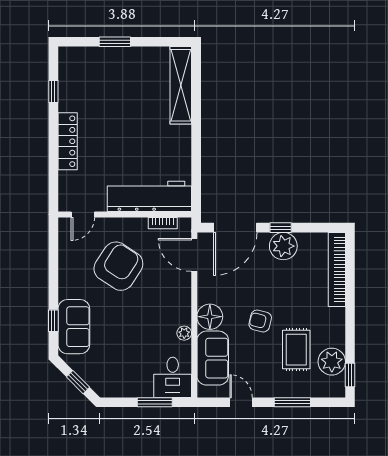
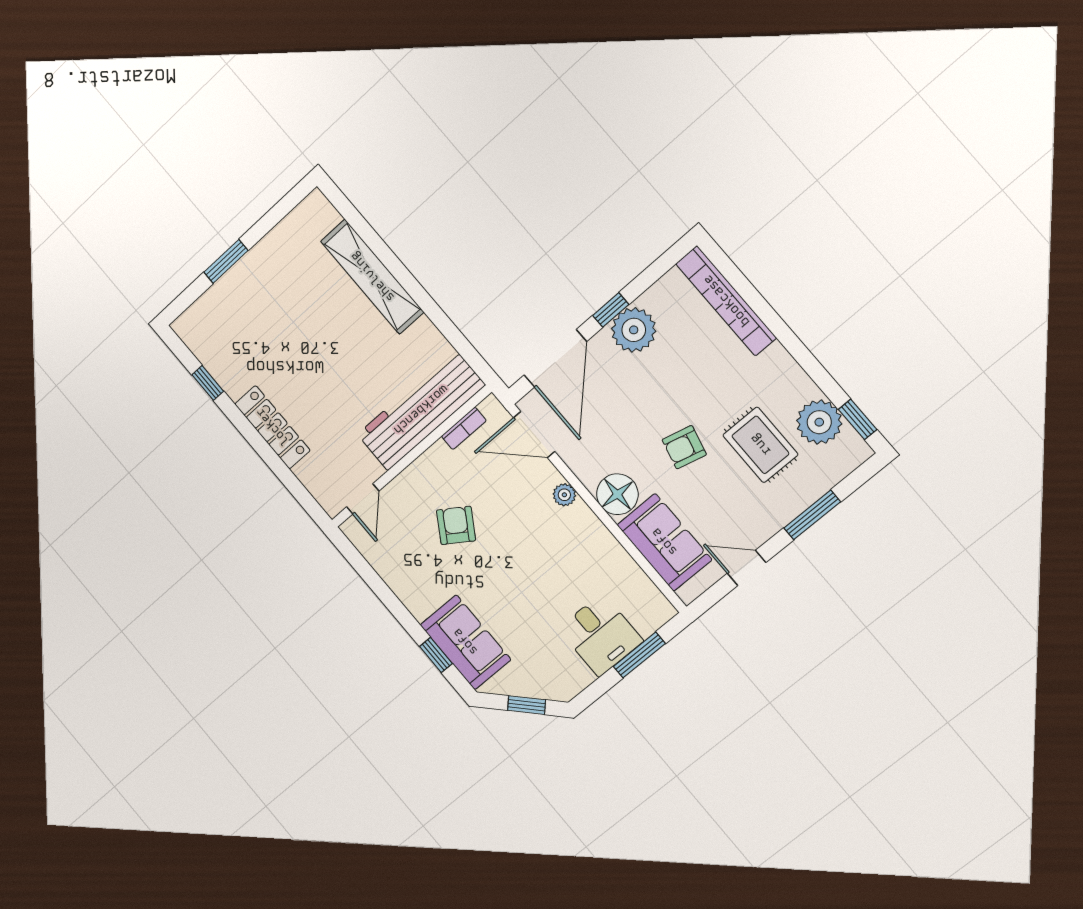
shelving: (181, 85) -> (372, 277), moved
armchair: (118, 266) -> (456, 525), width x0.53, depth x0.53
plant: (184, 333) -> (564, 495), moved
desk: (173, 377) -> (601, 635), moved

